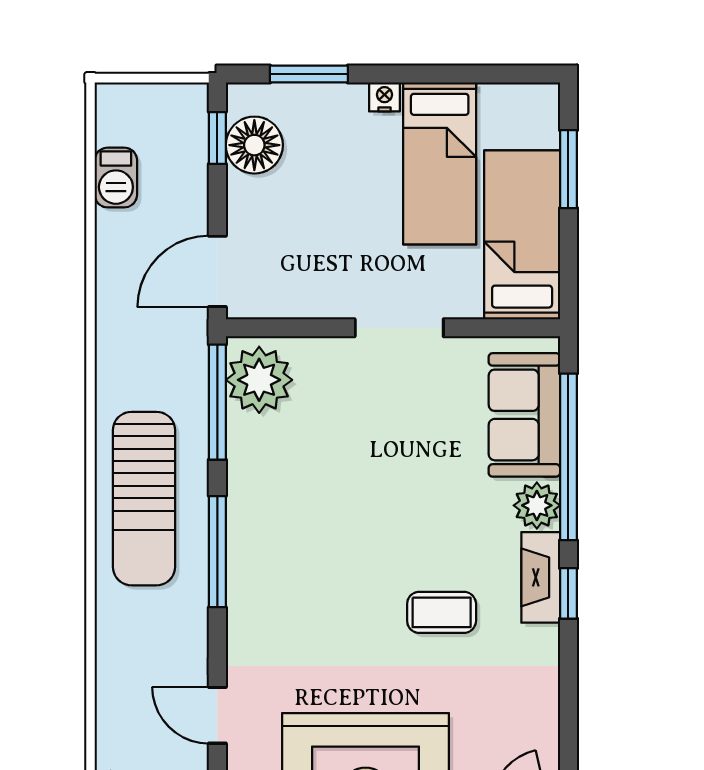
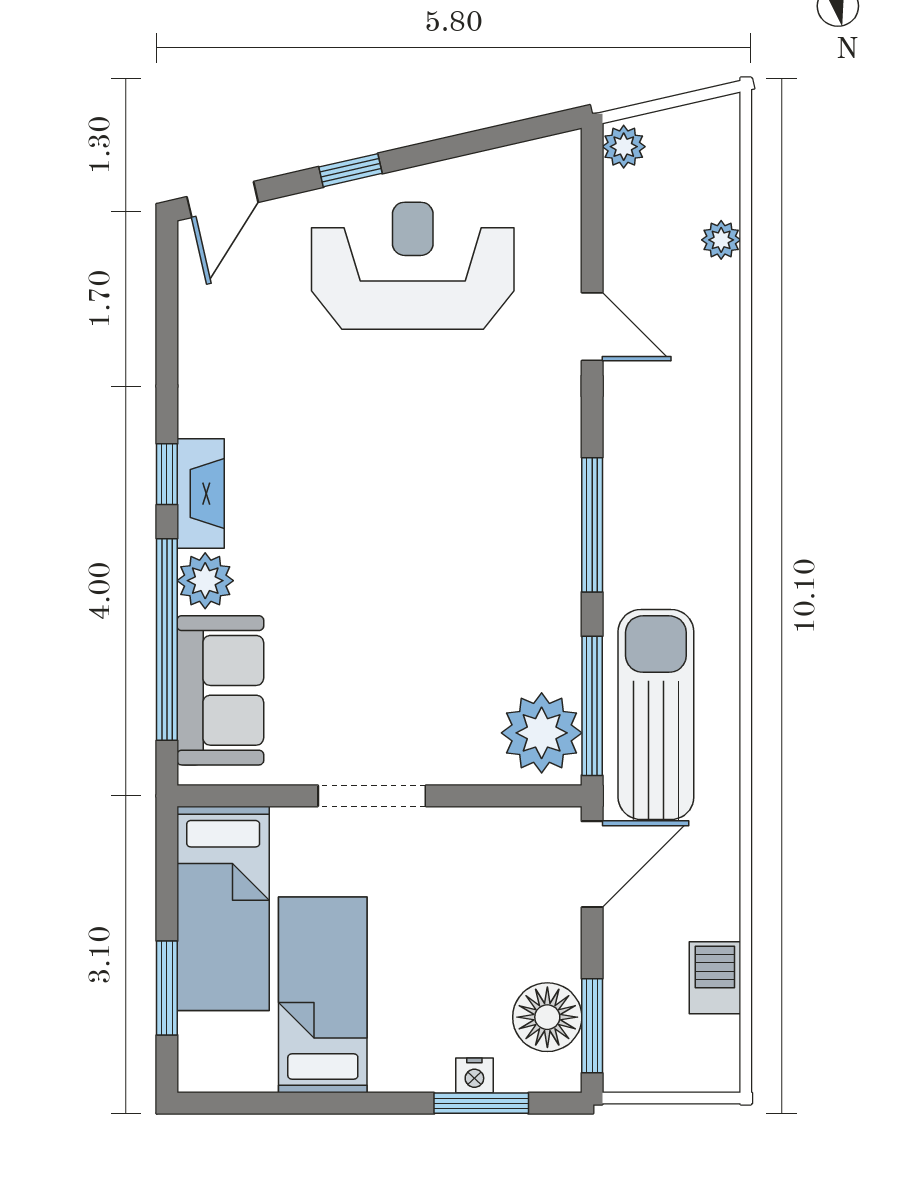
nightstand: (384, 97) -> (474, 1075), moved
window: (217, 138) -> (592, 1026), width x1.50
sun lounger: (144, 499) -> (656, 714), moved
coffee table: (442, 612) -> (321, 451), removed

